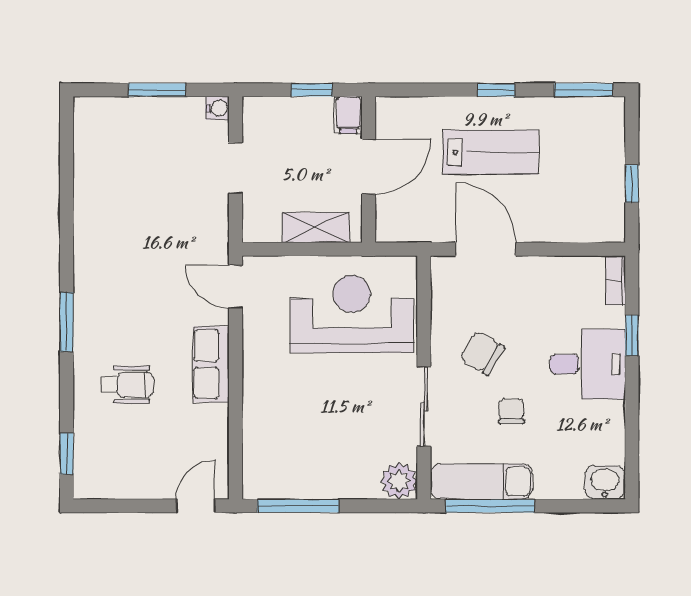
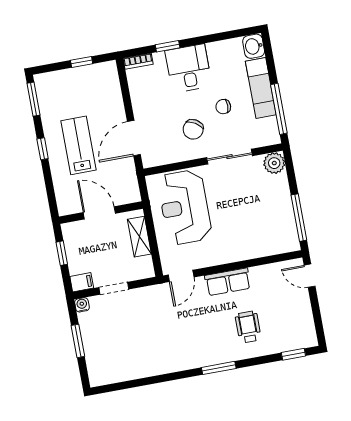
filing cabinet: (348, 115) -> (82, 282), moved
exam couch: (481, 482) -> (261, 88), moved

